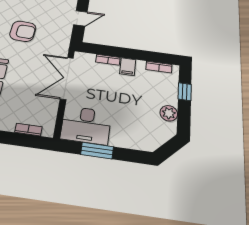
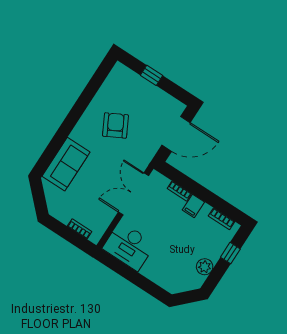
door: (80, 18) -> (176, 134), width x1.88
armchair: (23, 31) -> (115, 125), turned -121
window: (97, 151) -> (127, 273), removed

